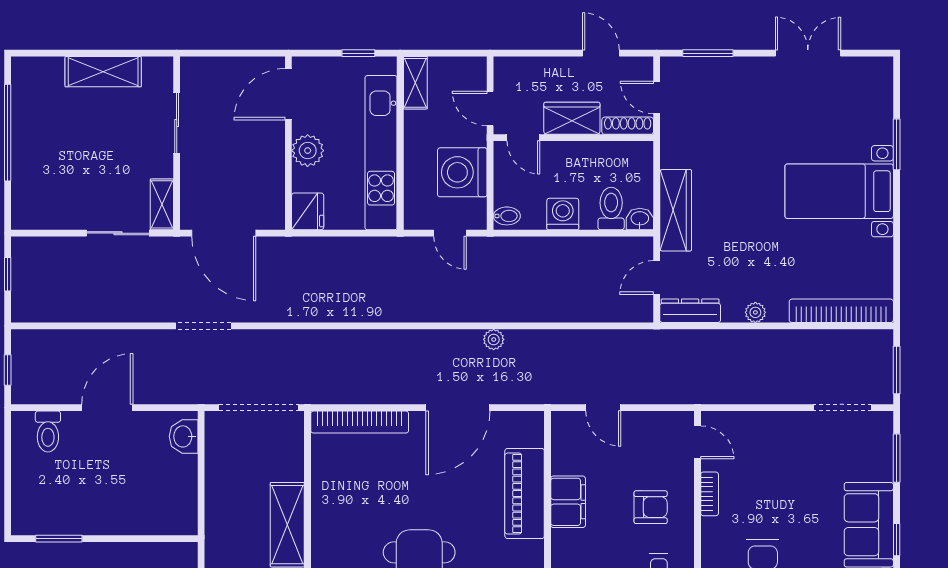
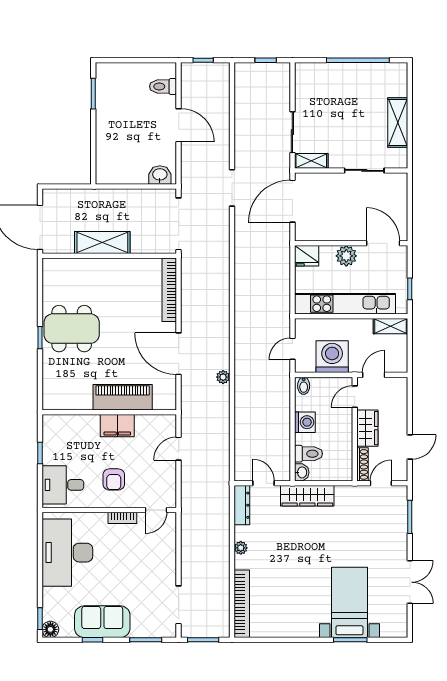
bed with nightstands: (839, 191) -> (349, 602), moved

